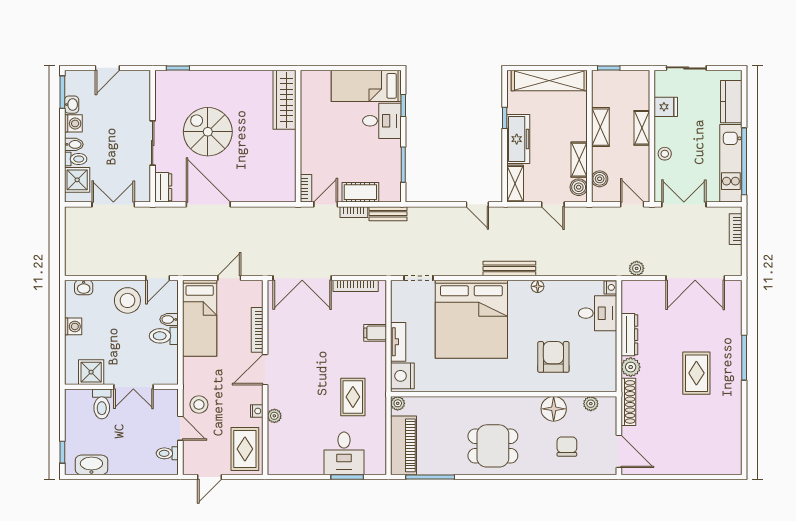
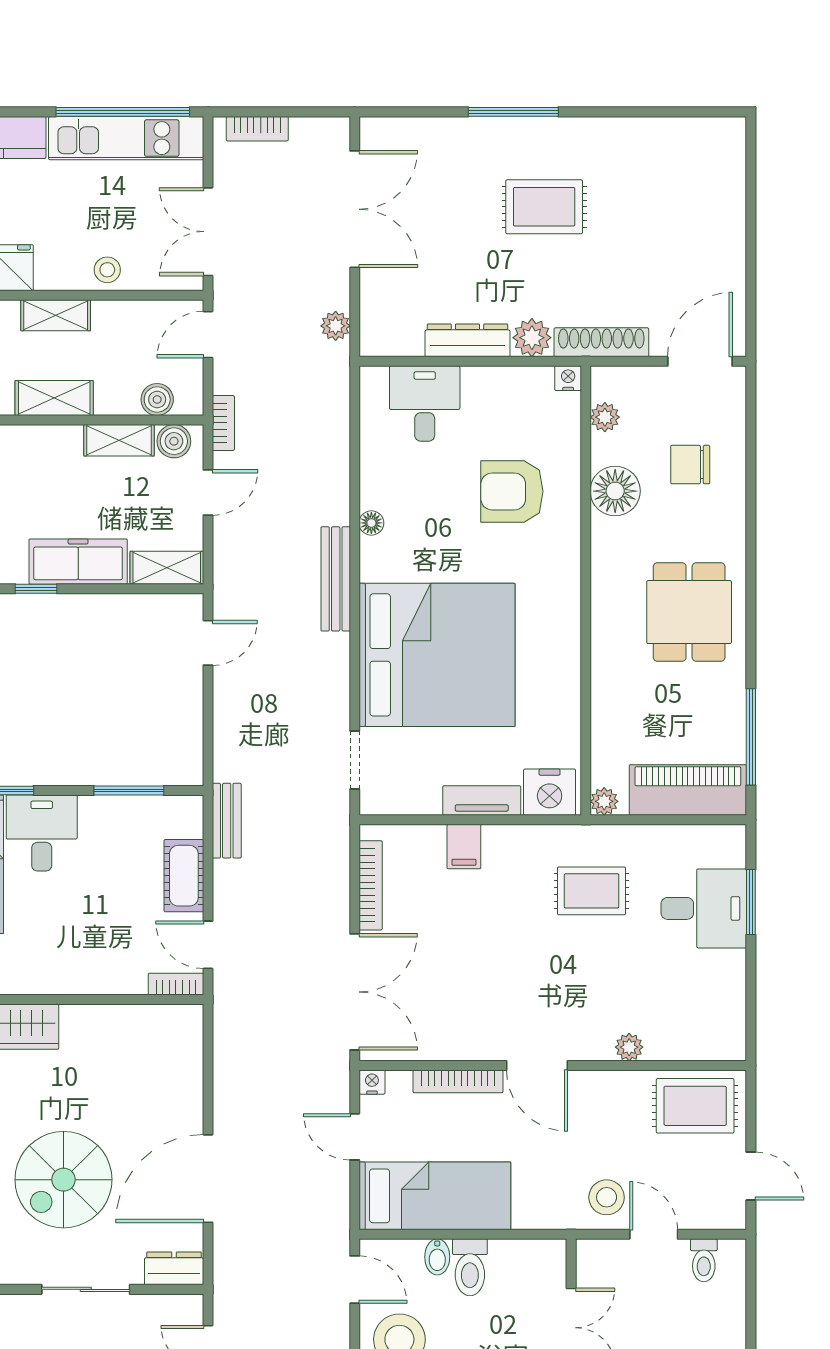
bookcase: (354, 212) -> (223, 423), moved
nightstand: (610, 287) -> (568, 378), moved
nightstand: (257, 411) -> (372, 1082), moved
door: (180, 428) -> (654, 1234), hinge flipped

